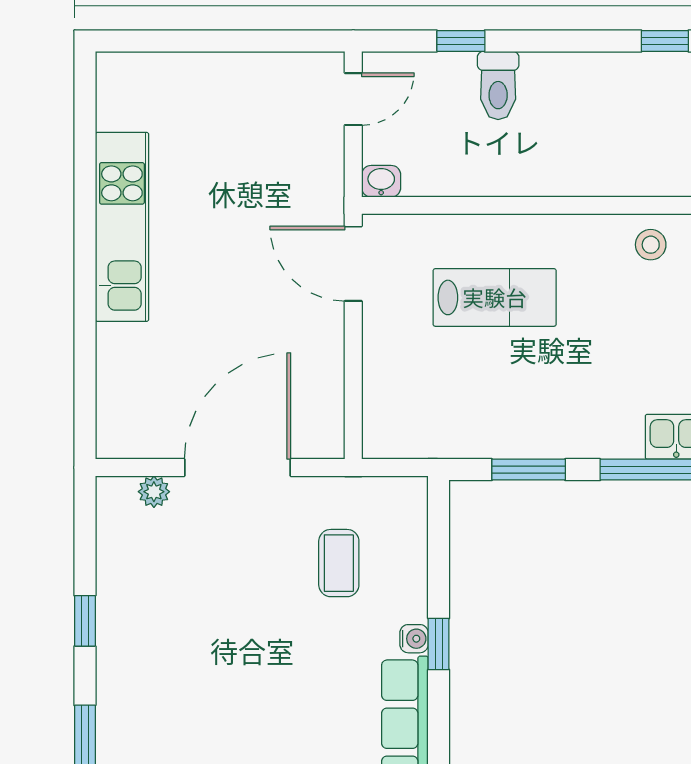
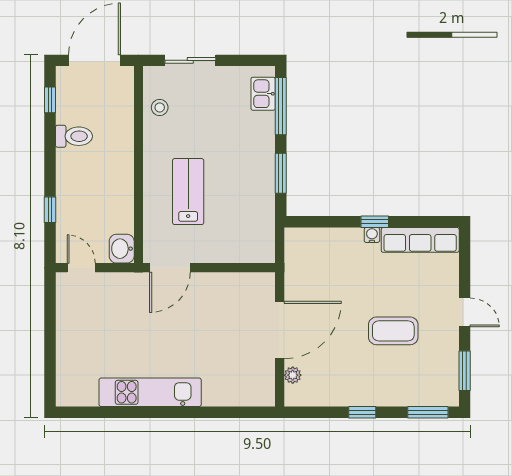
toilet: (498, 85) -> (74, 136), moved
washbasin: (381, 181) -> (122, 249), width x1.38, depth x1.45
door: (238, 467) -> (280, 330), swing flipped
coffee table: (339, 563) -> (393, 331), moved, width x1.36, depth x1.30

